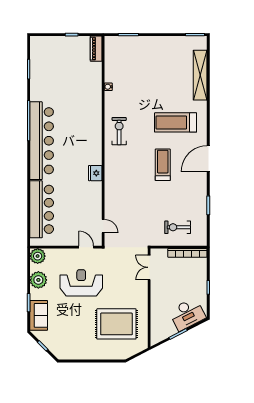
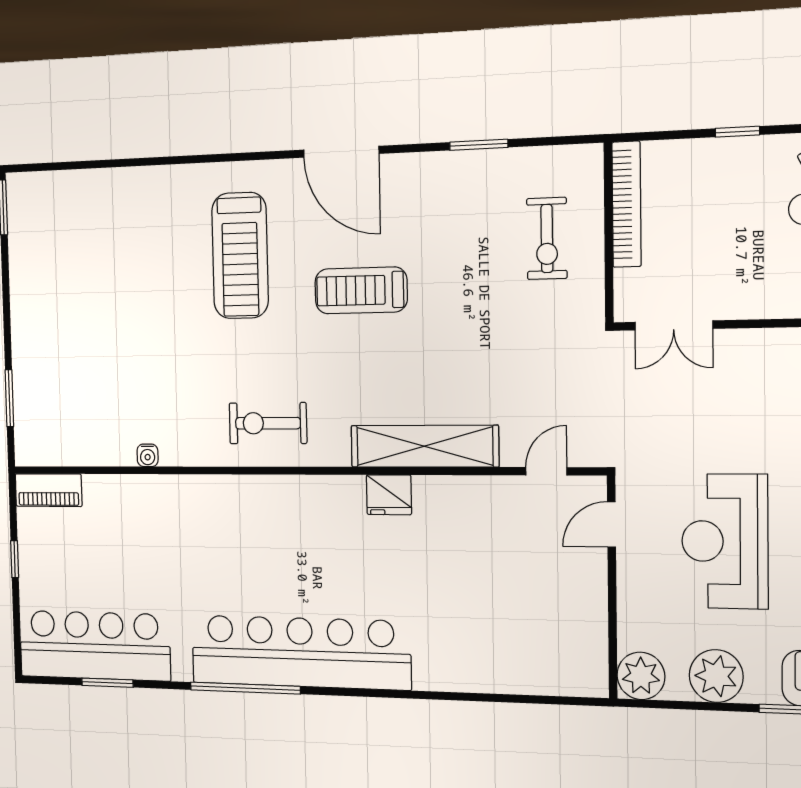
shelving: (200, 75) -> (424, 446), moved
bar counter: (42, 209) -> (94, 646), moved

